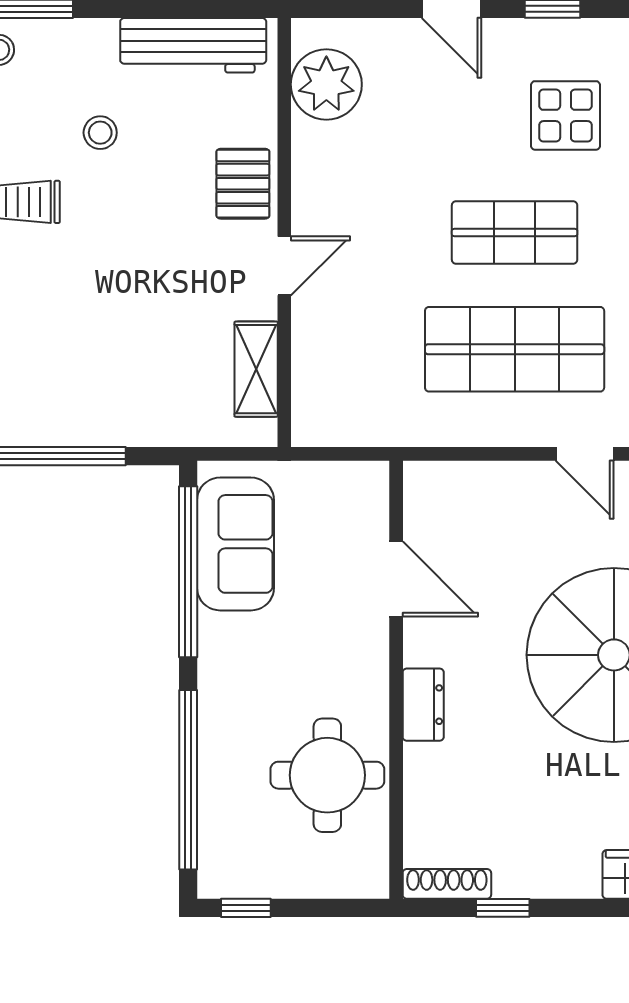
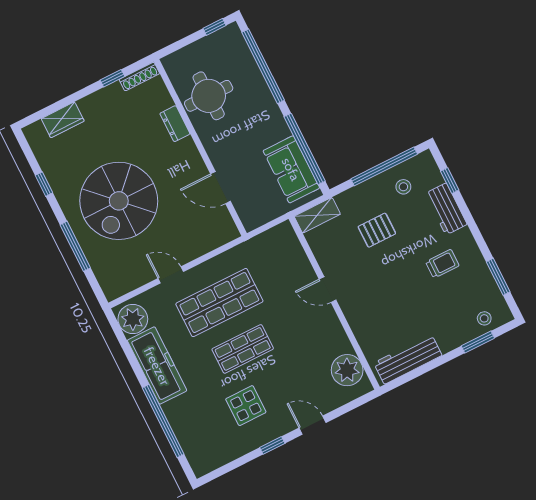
stool: (100, 133) -> (403, 187), moved
pallet: (243, 184) -> (377, 230), moved, turned 90
door: (284, 266) -> (328, 290), hinge flipped
shelving: (256, 369) -> (317, 215), moved, turned 90
dresser: (423, 705) -> (175, 124), moved

